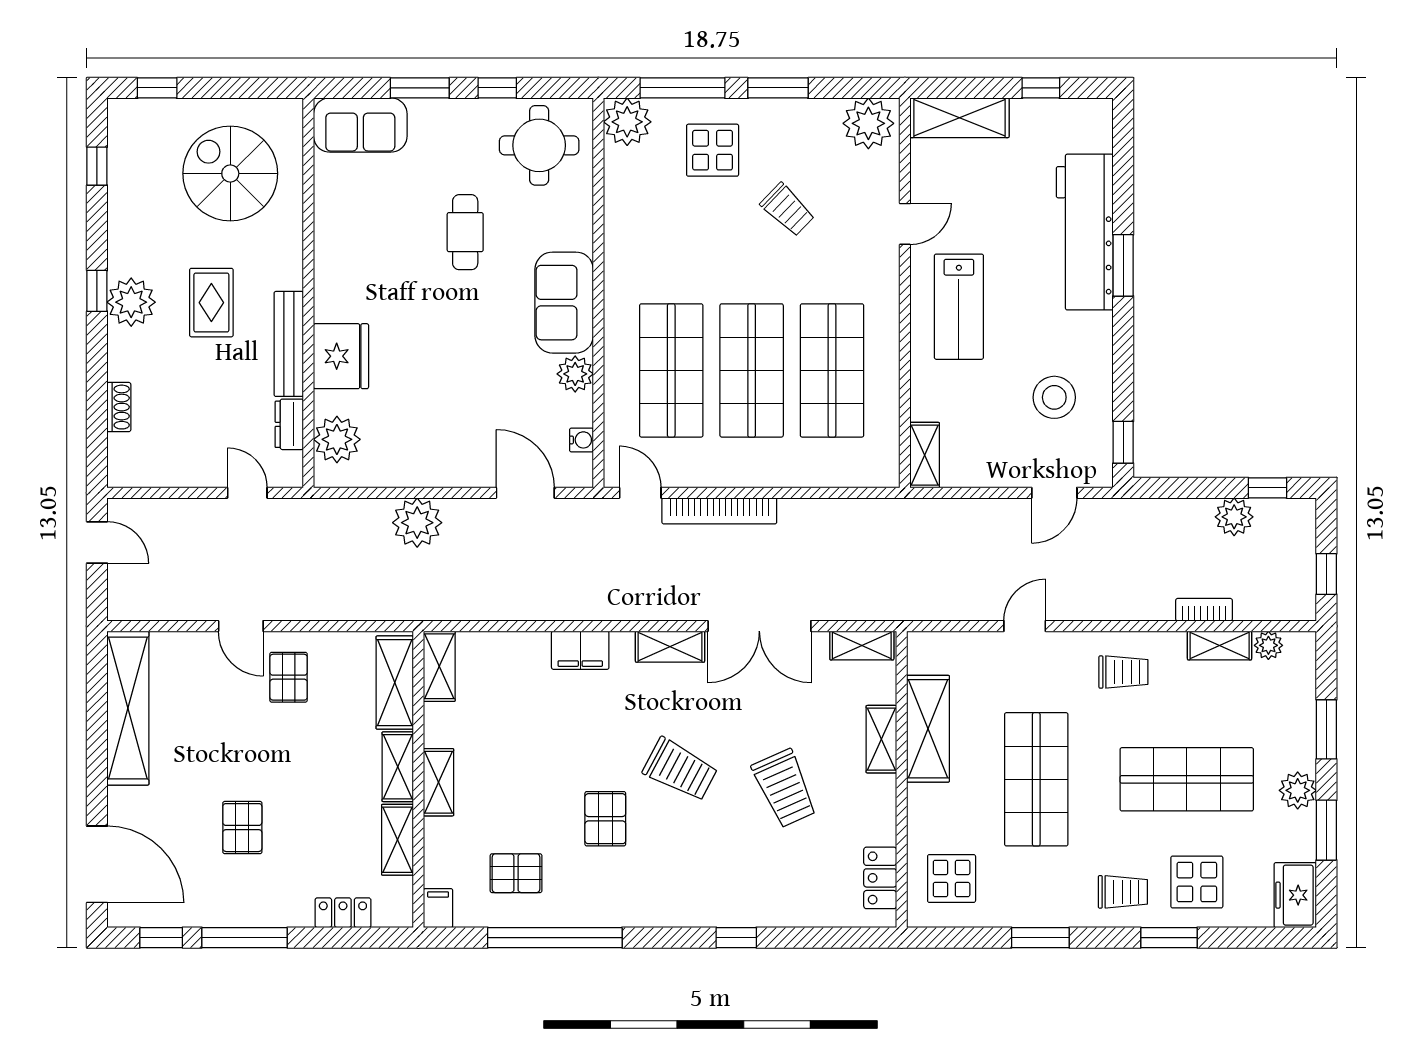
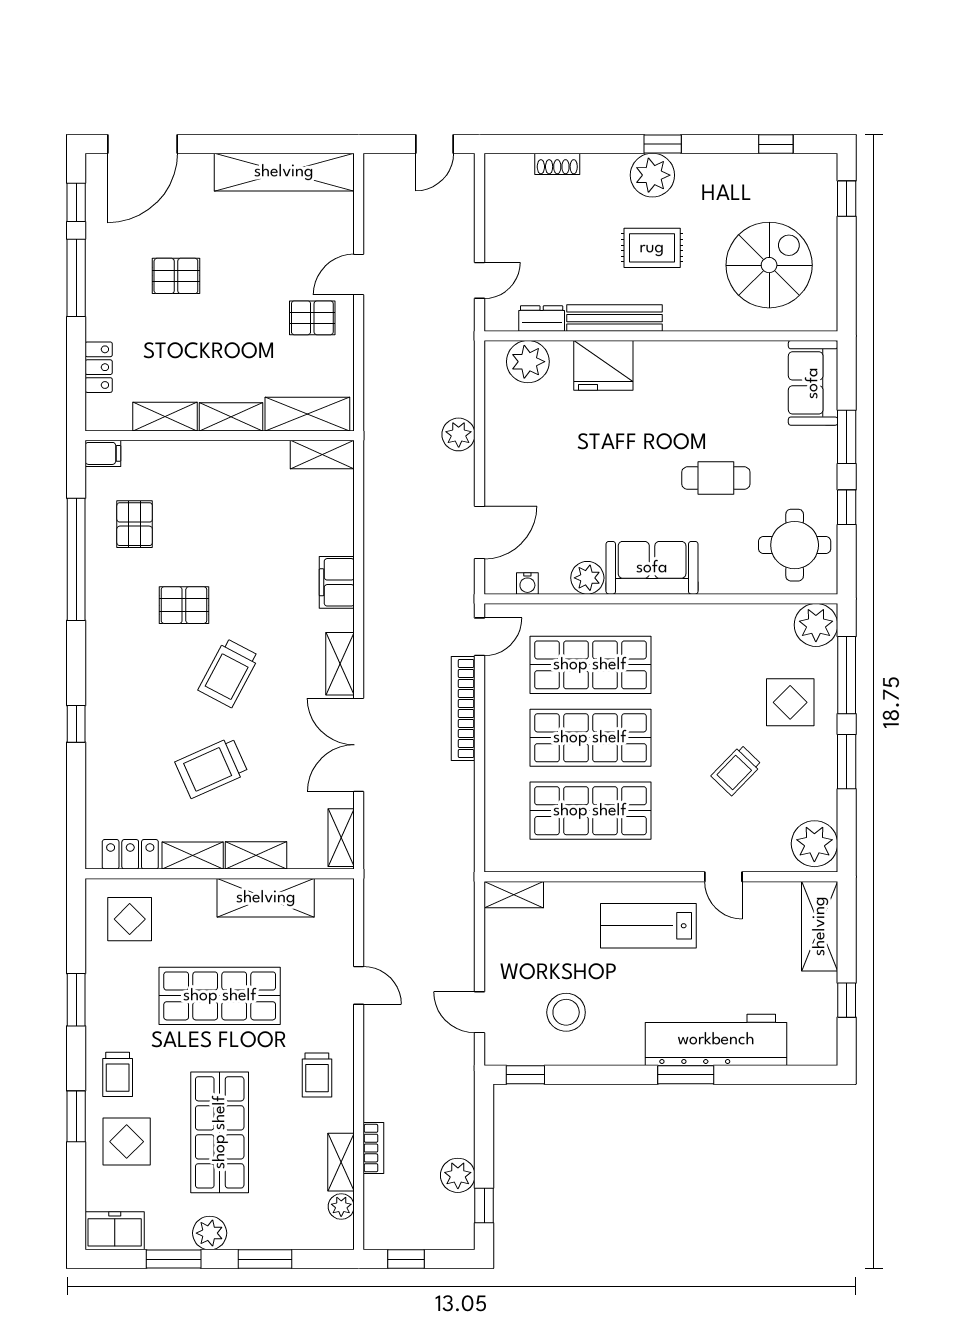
plant: (417, 523) -> (459, 434), width x0.73, depth x0.73
shelving: (439, 782) -> (193, 856), moved

